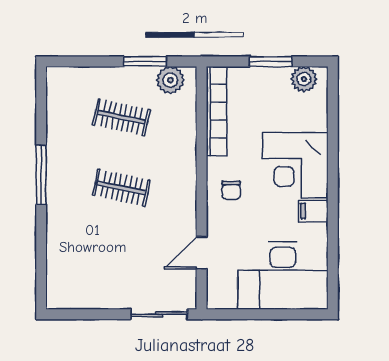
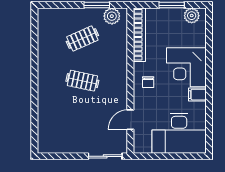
clothes rail: (121, 117) -> (82, 38), turned -36
window: (41, 175) -> (34, 73), removed

